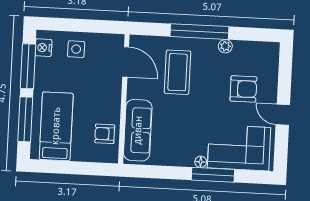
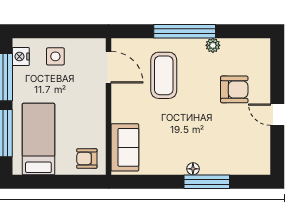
sofa: (138, 130) -> (125, 147), width x0.73
armchair: (105, 134) -> (87, 158), moved
corner sofa: (239, 148) -> (233, 152), removed

